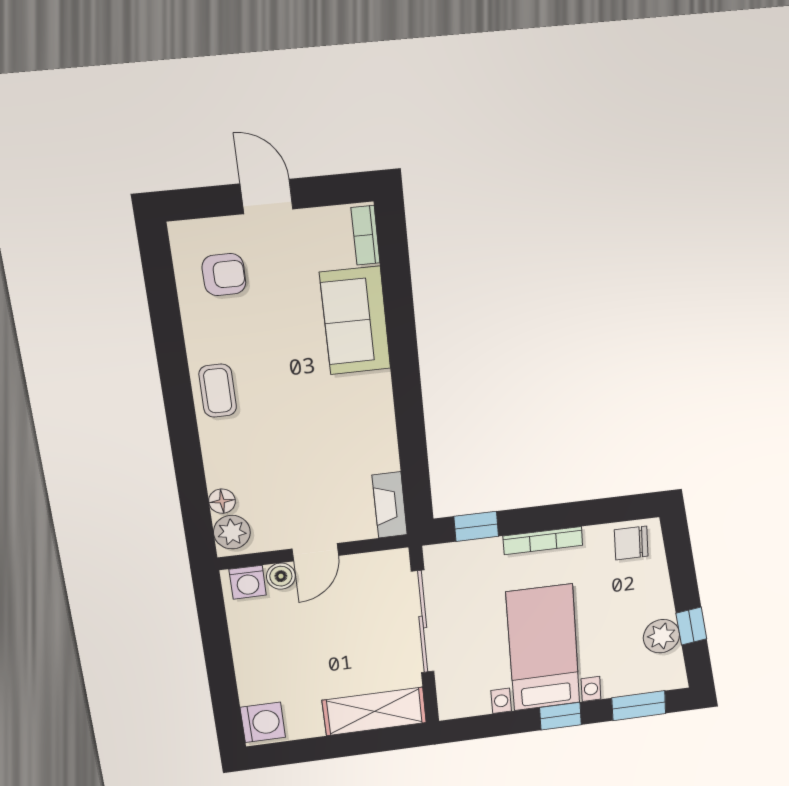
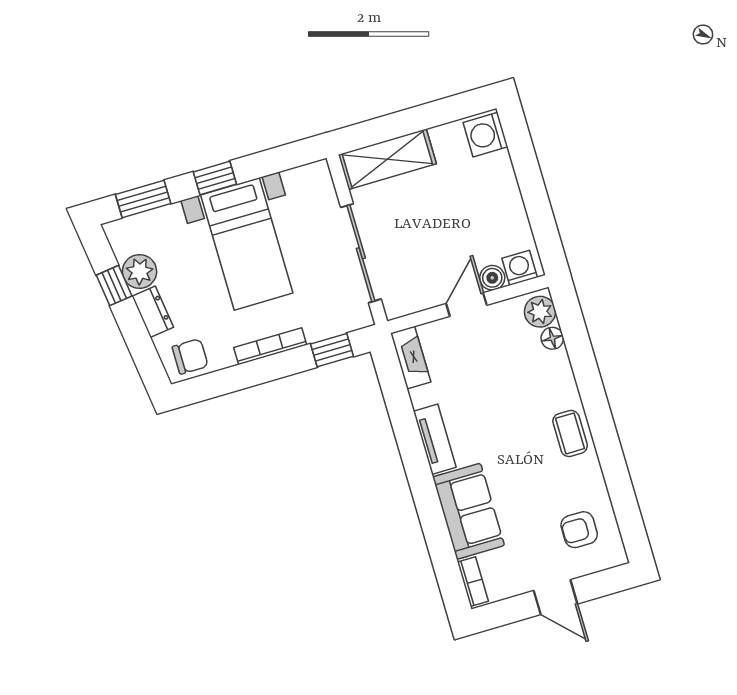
tv unit: (380, 411) -> (435, 439), added
dresser: (659, 594) -> (153, 312), added

